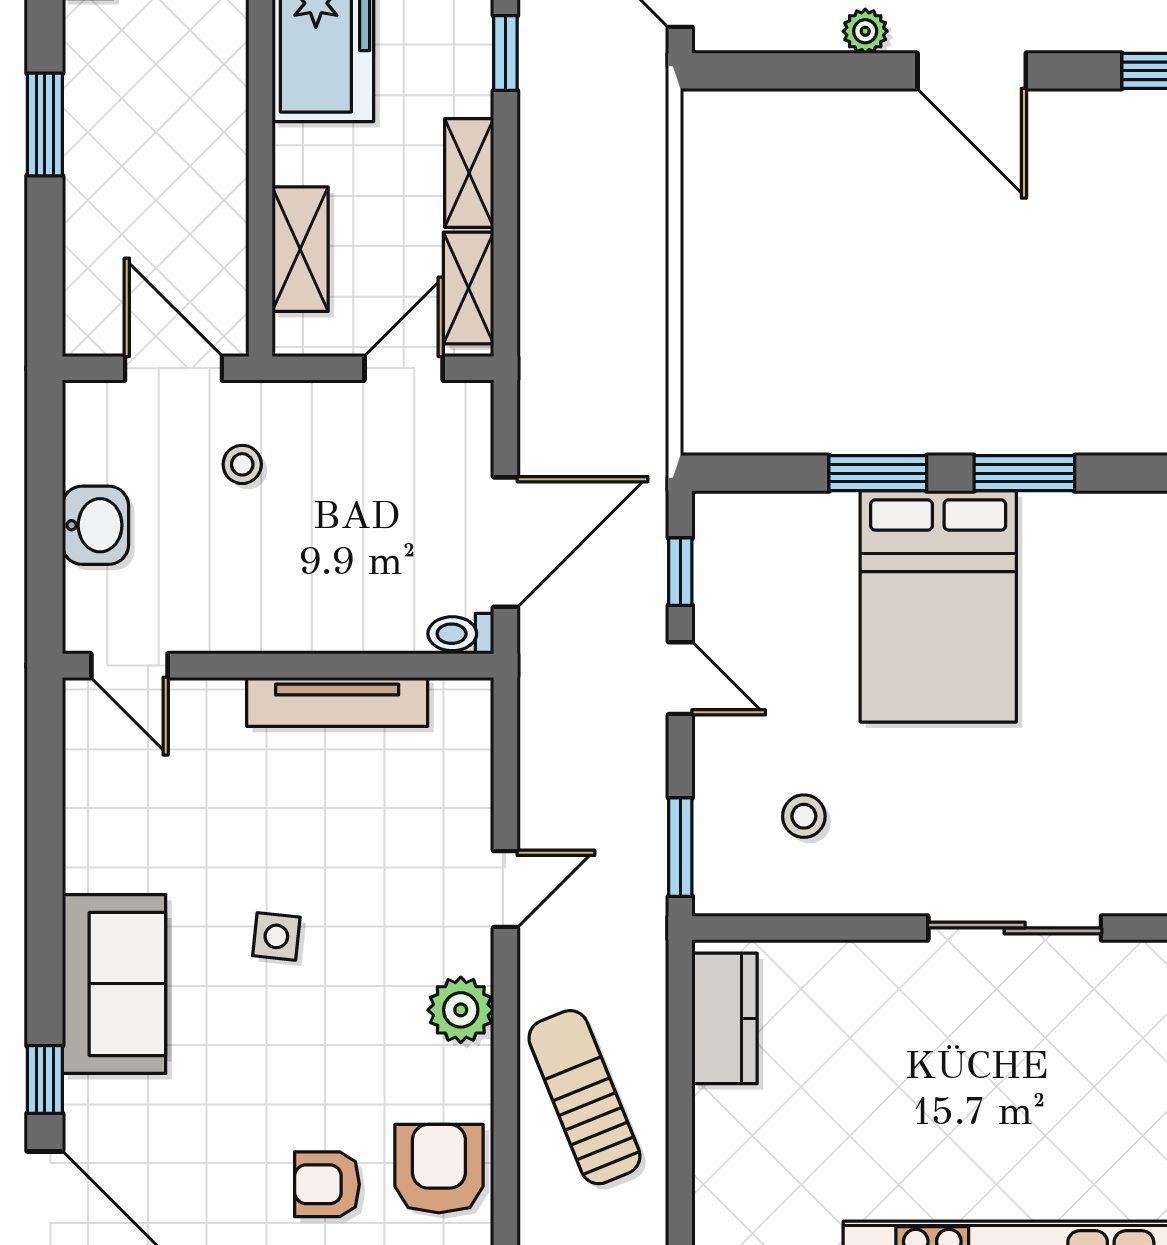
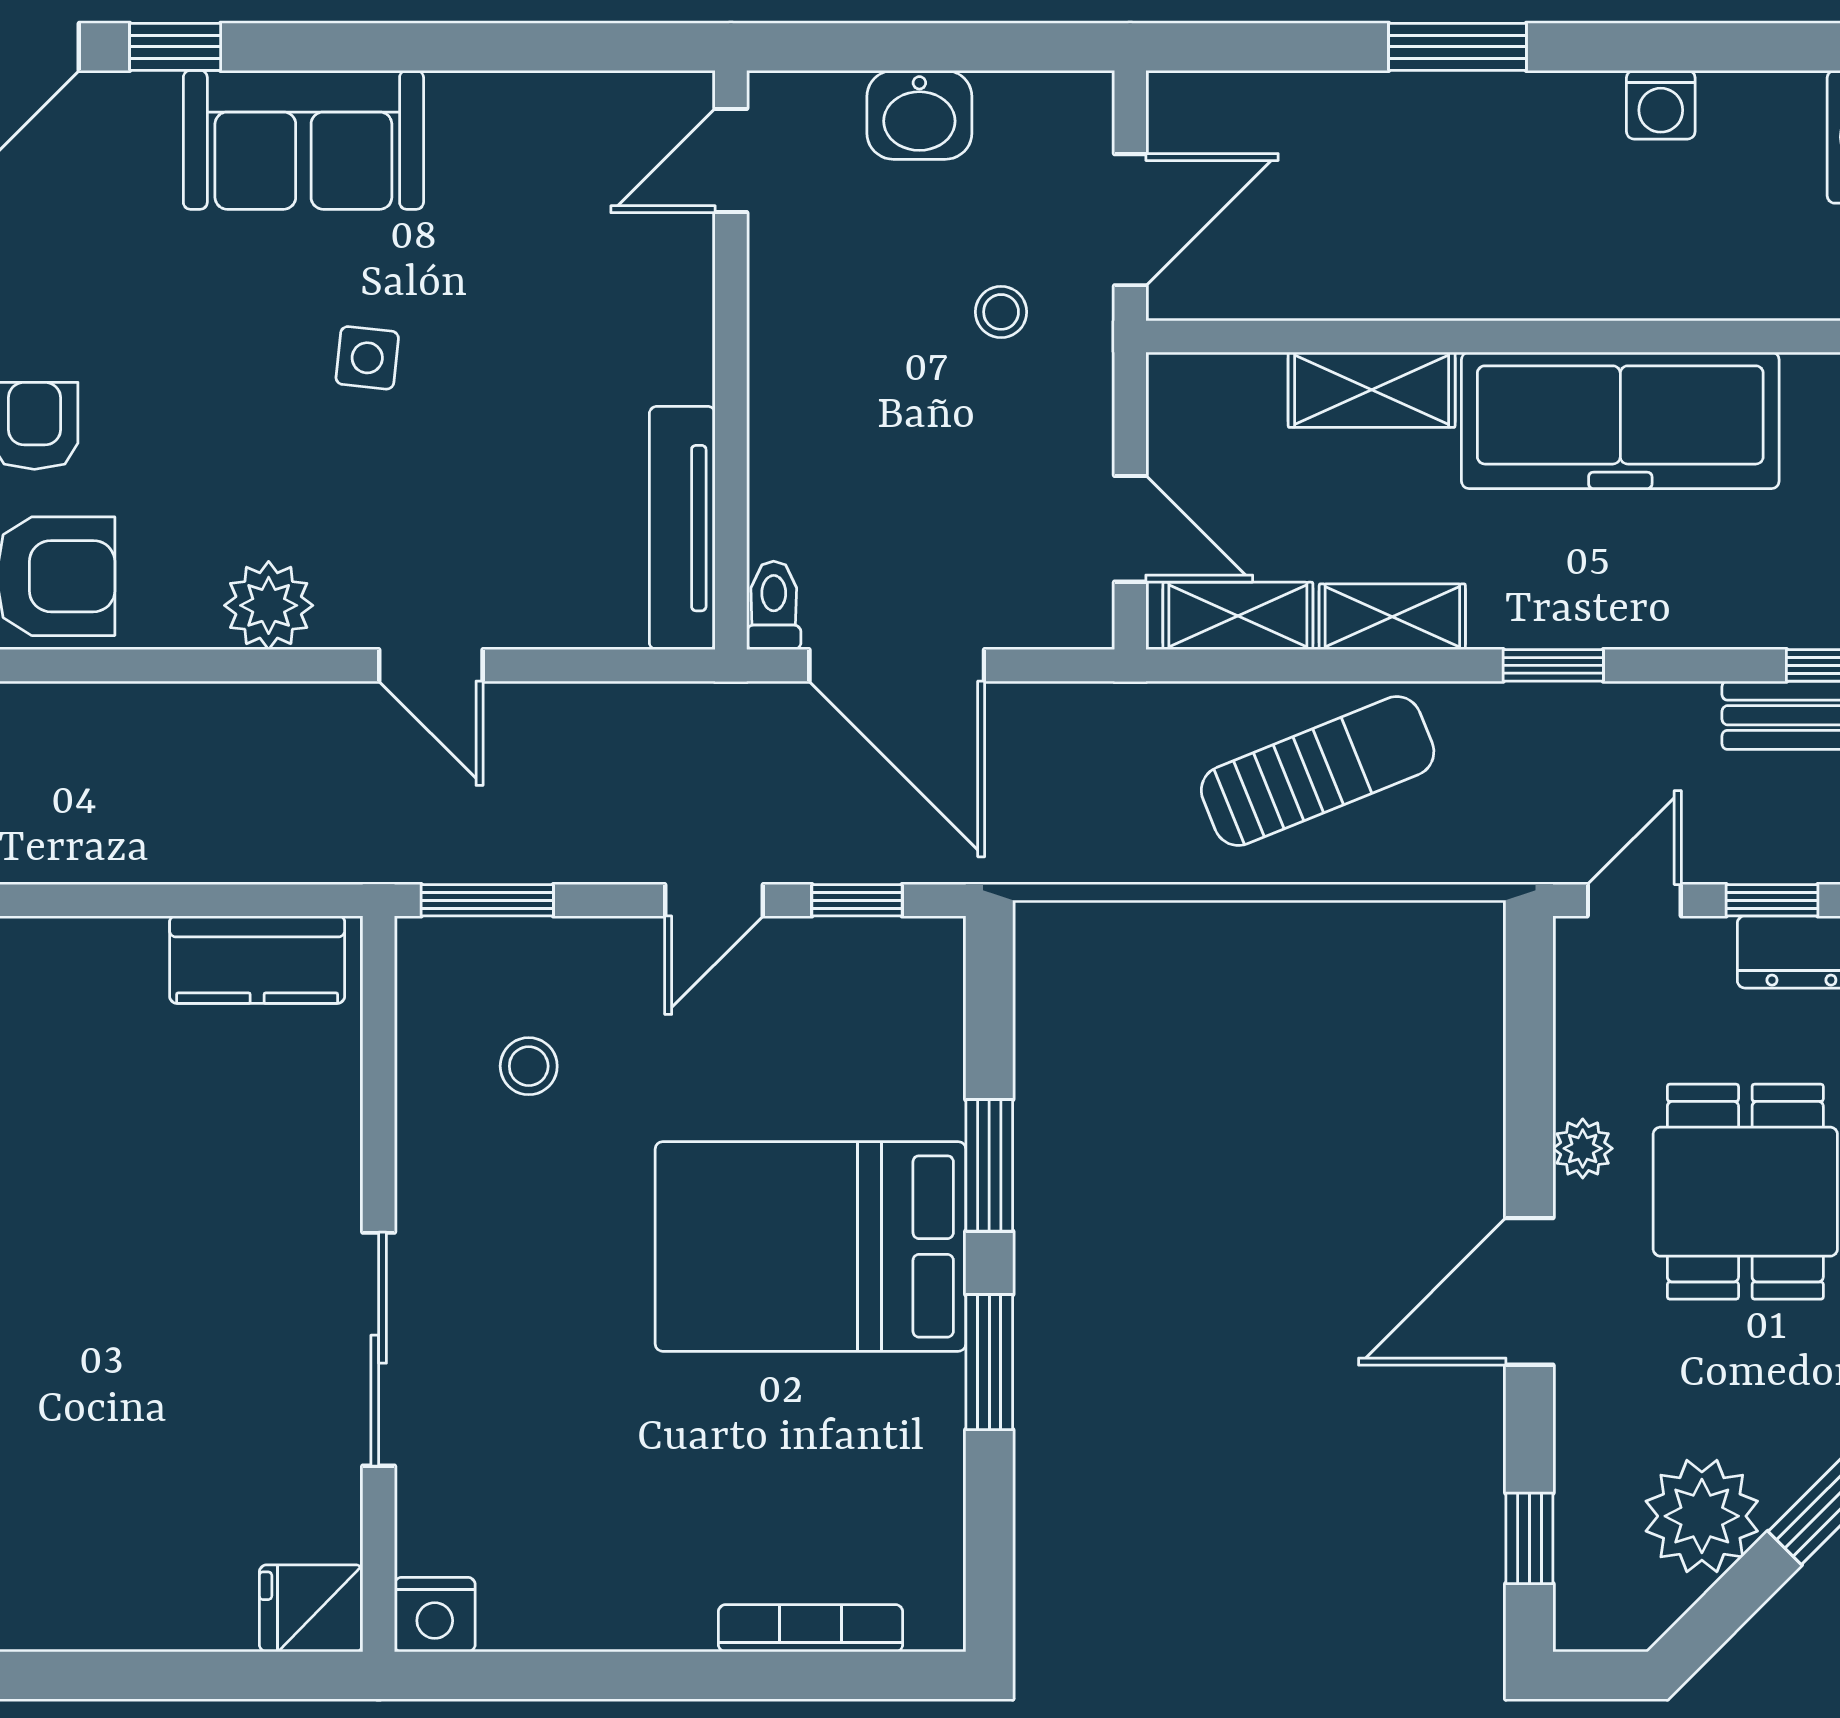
shelving: (300, 249) -> (1372, 390), moved
tv unit: (337, 702) -> (682, 528), moved
sun lounger: (584, 1097) -> (1318, 771), moved

